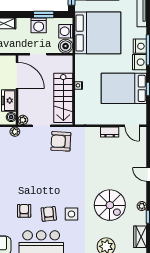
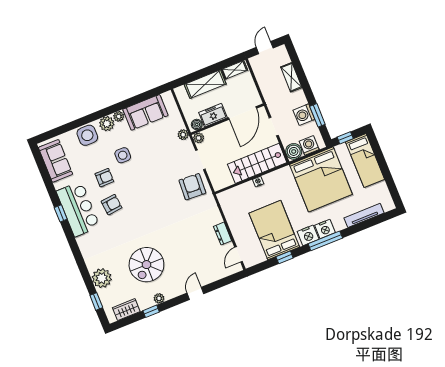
stairs: (63, 98) -> (257, 163), moved
side table: (71, 214) -> (123, 155), moved

